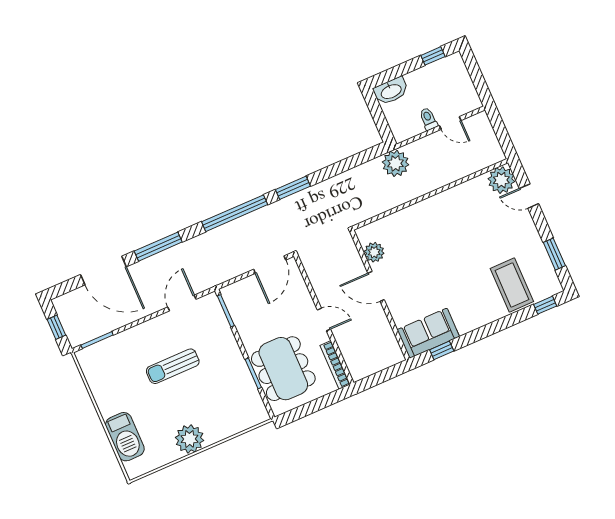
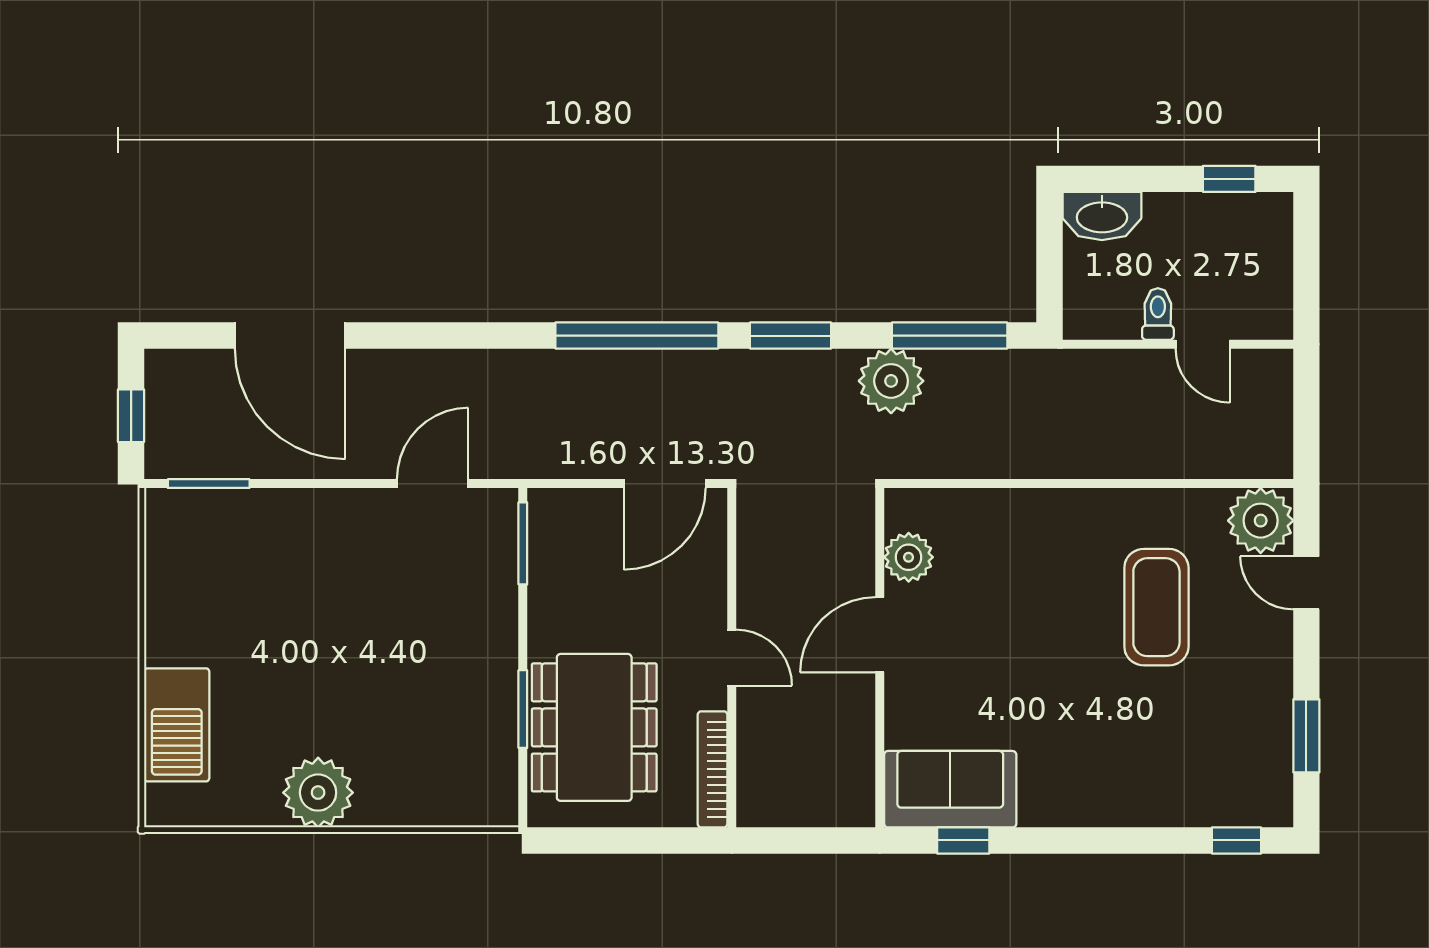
plant: (396, 163) -> (891, 381), moved
window: (158, 247) -> (950, 336), moved
coffee table: (512, 285) -> (1156, 607), moved
door: (376, 286) -> (880, 635), hinge flipped
sun lounger: (173, 366) -> (351, 615), removed

